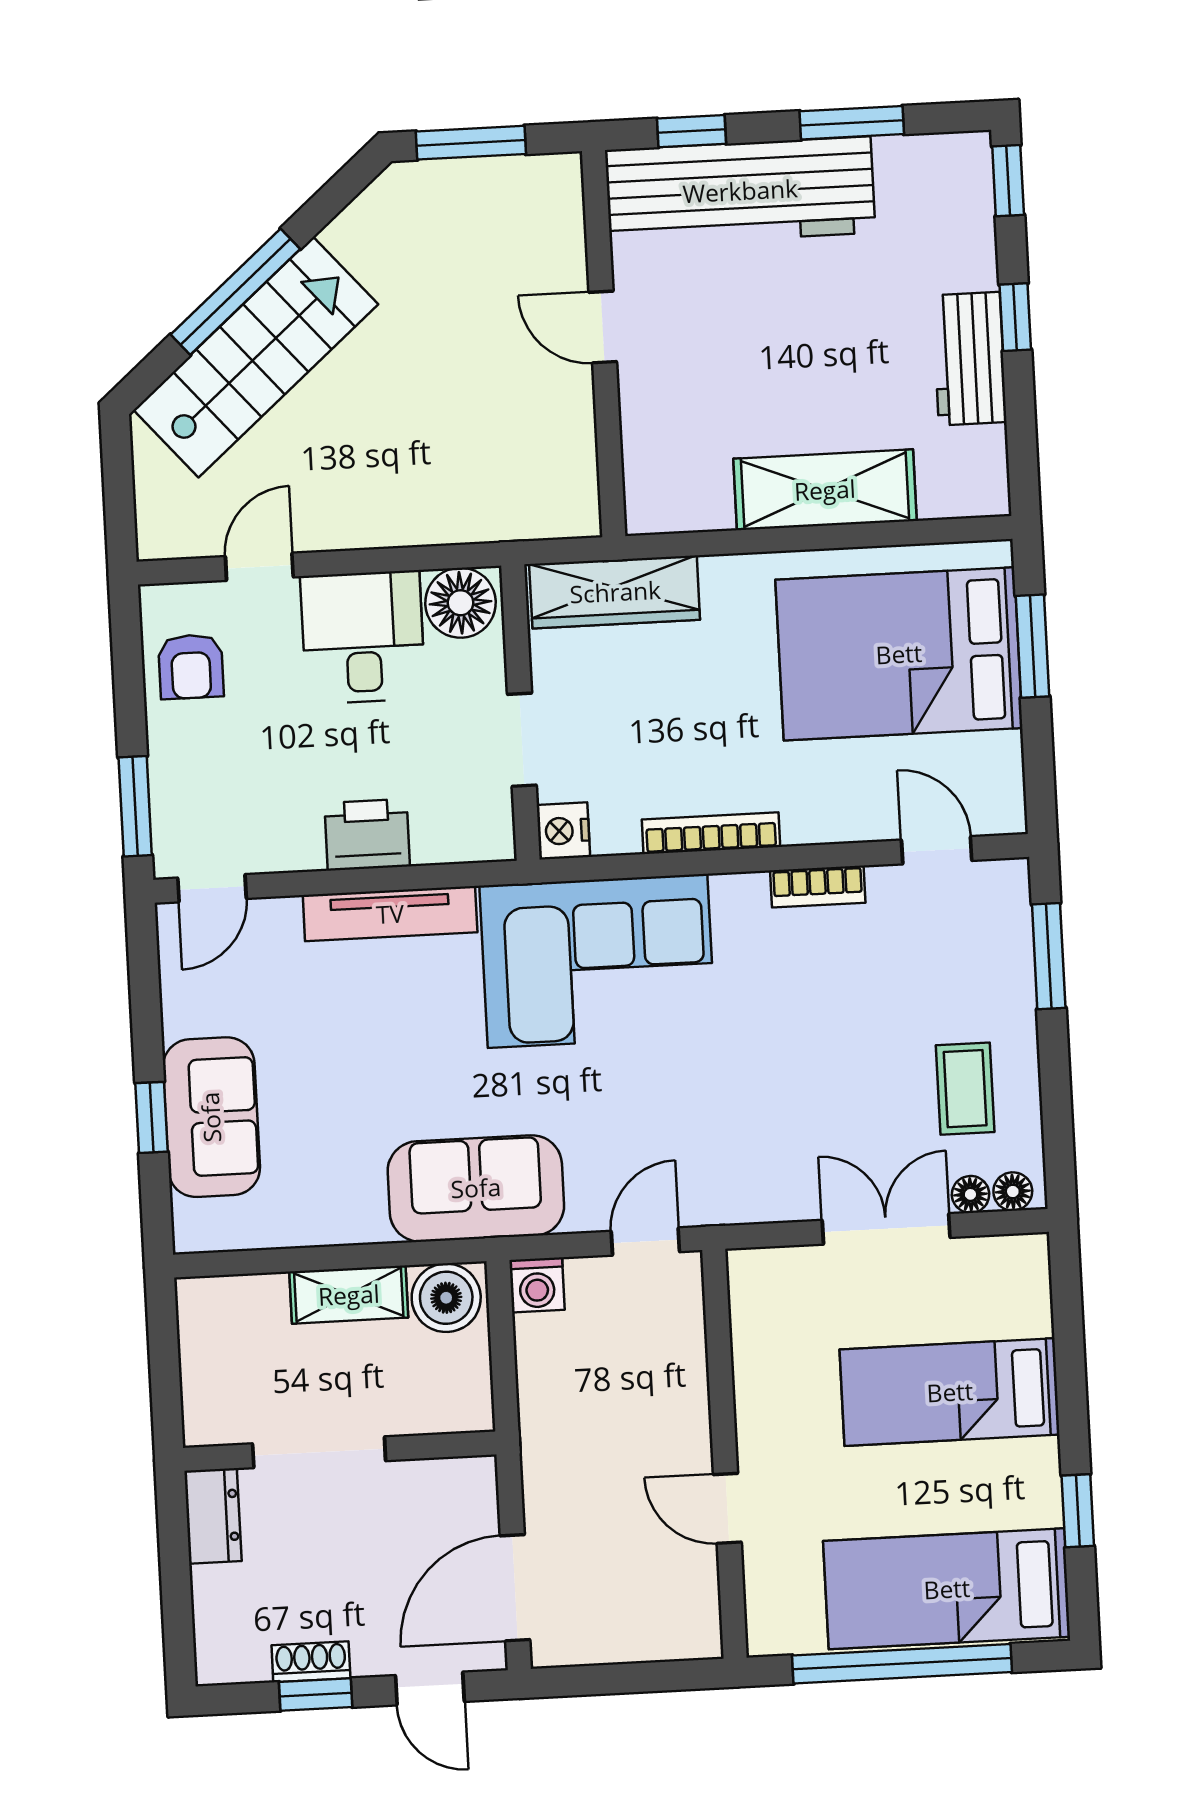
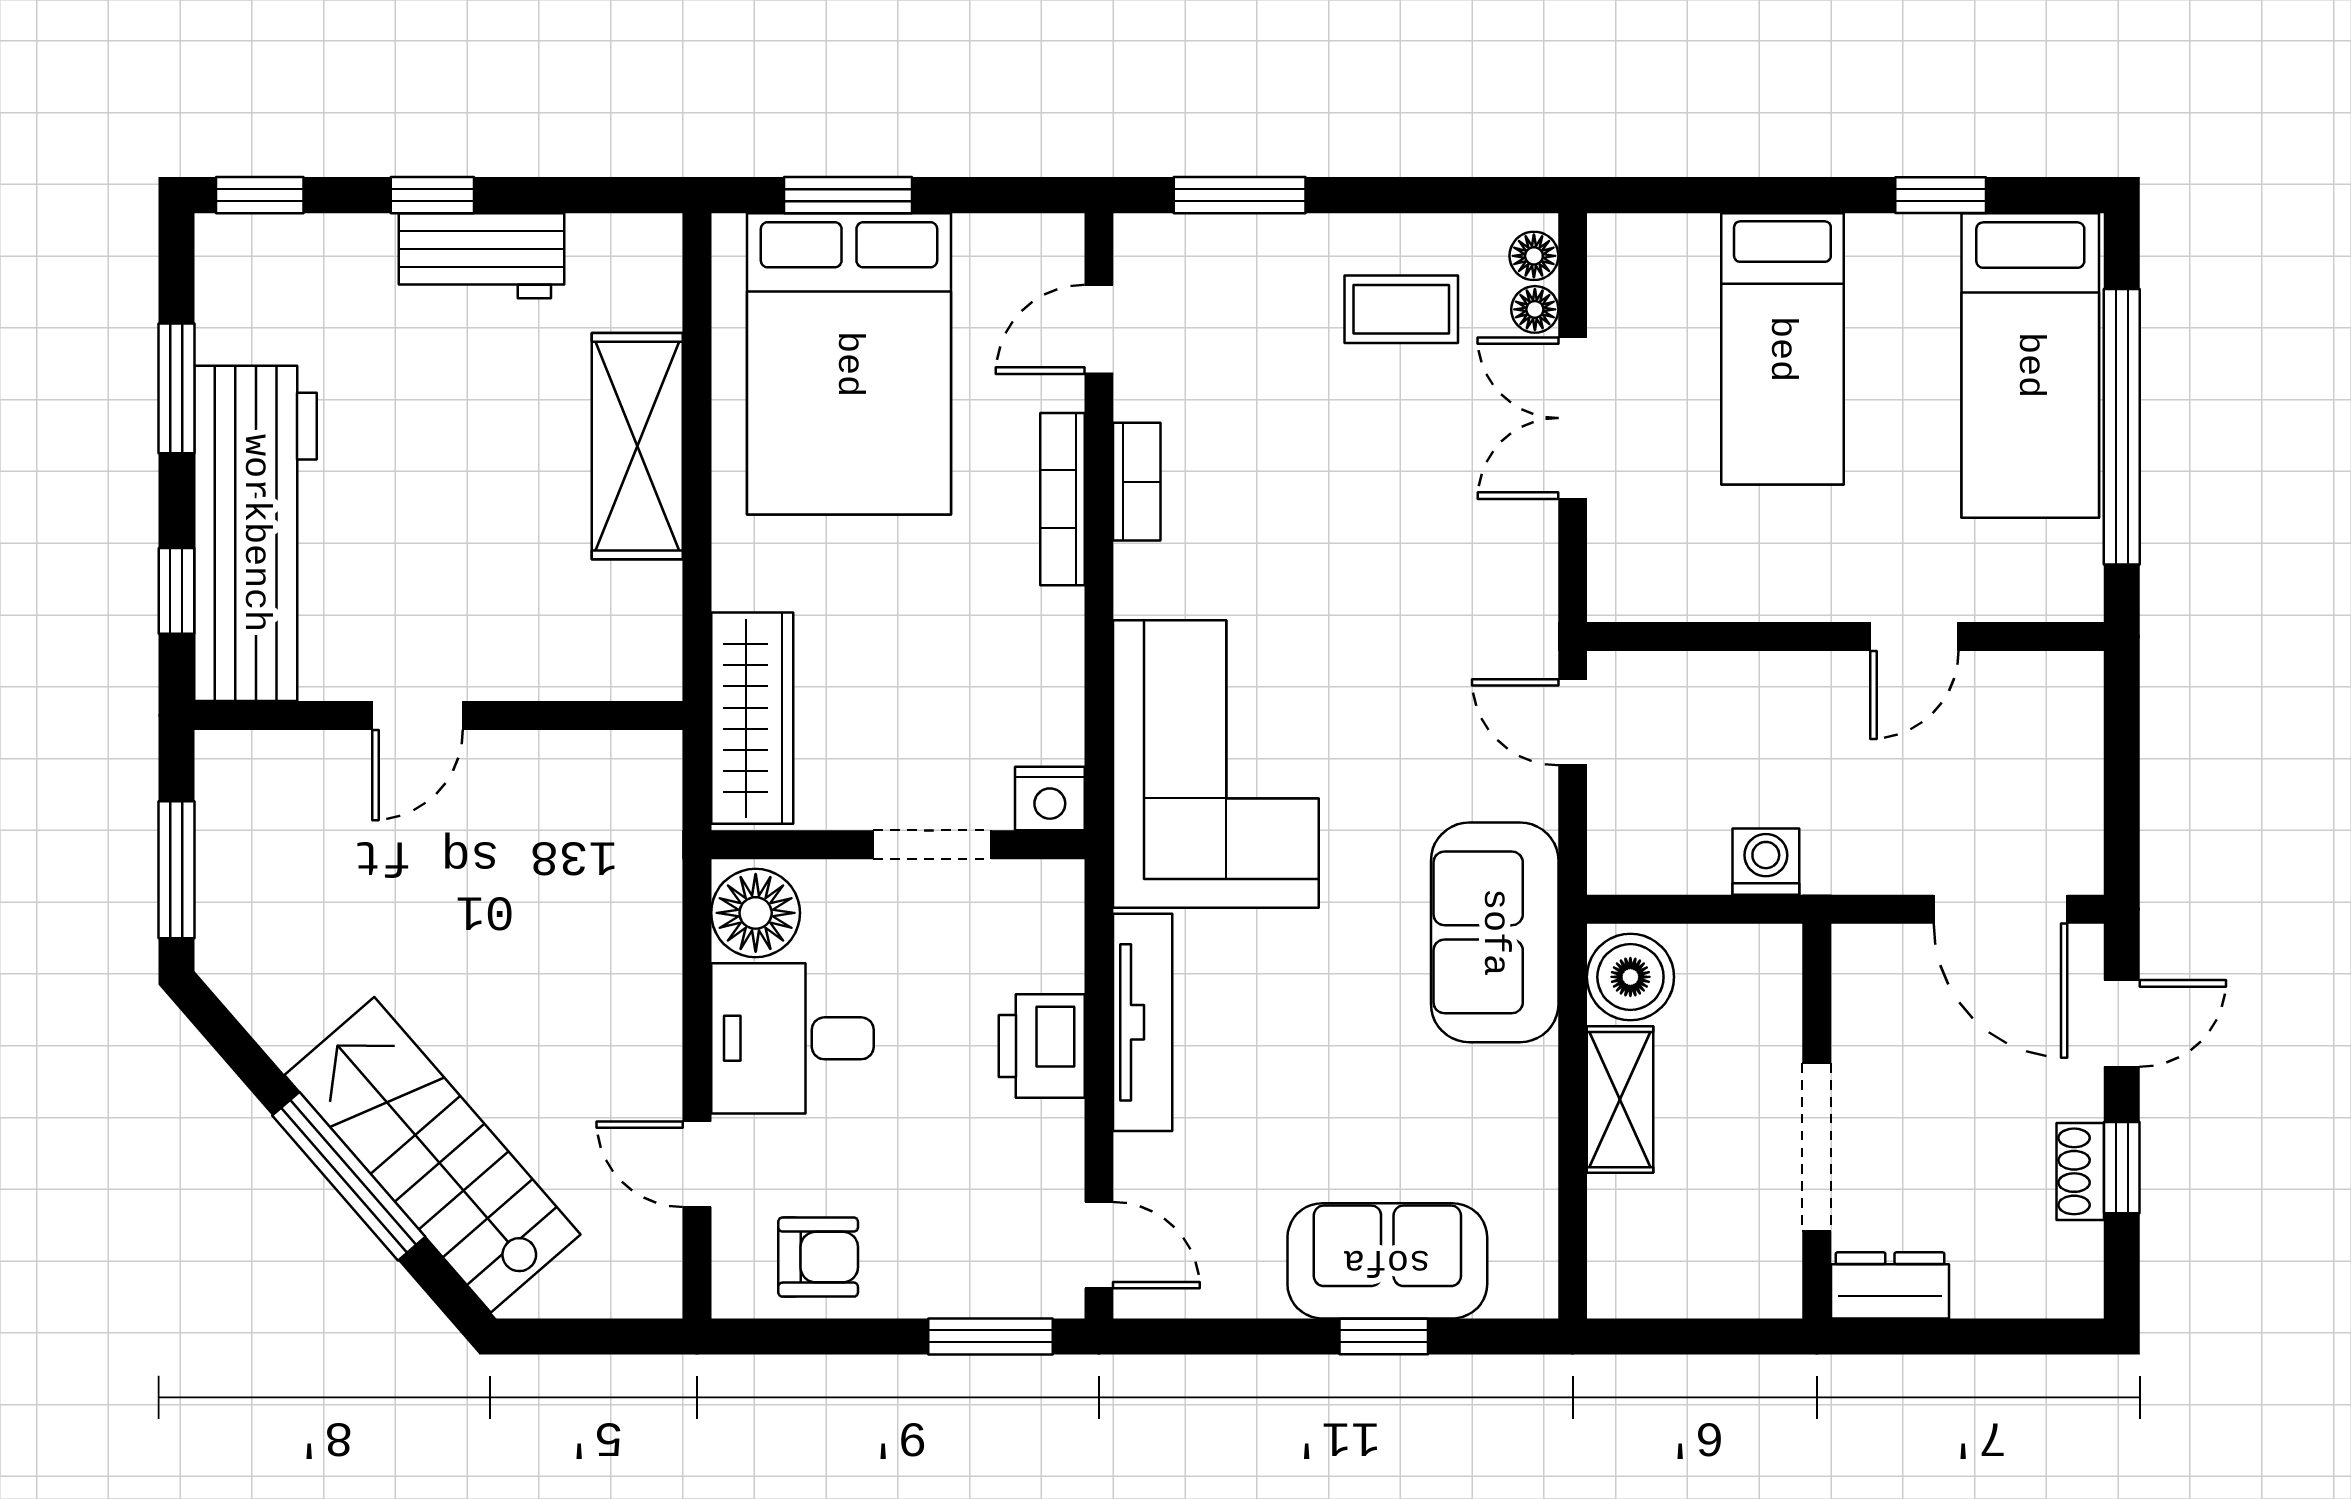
bookcase: (711, 833) -> (1062, 499), moved
washing machine: (537, 1285) -> (1766, 862), moved, turned -90

